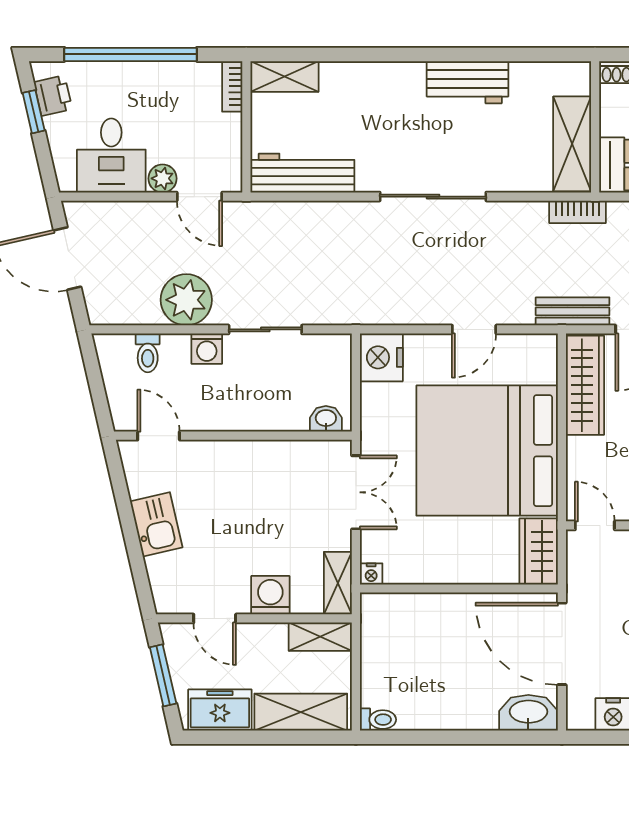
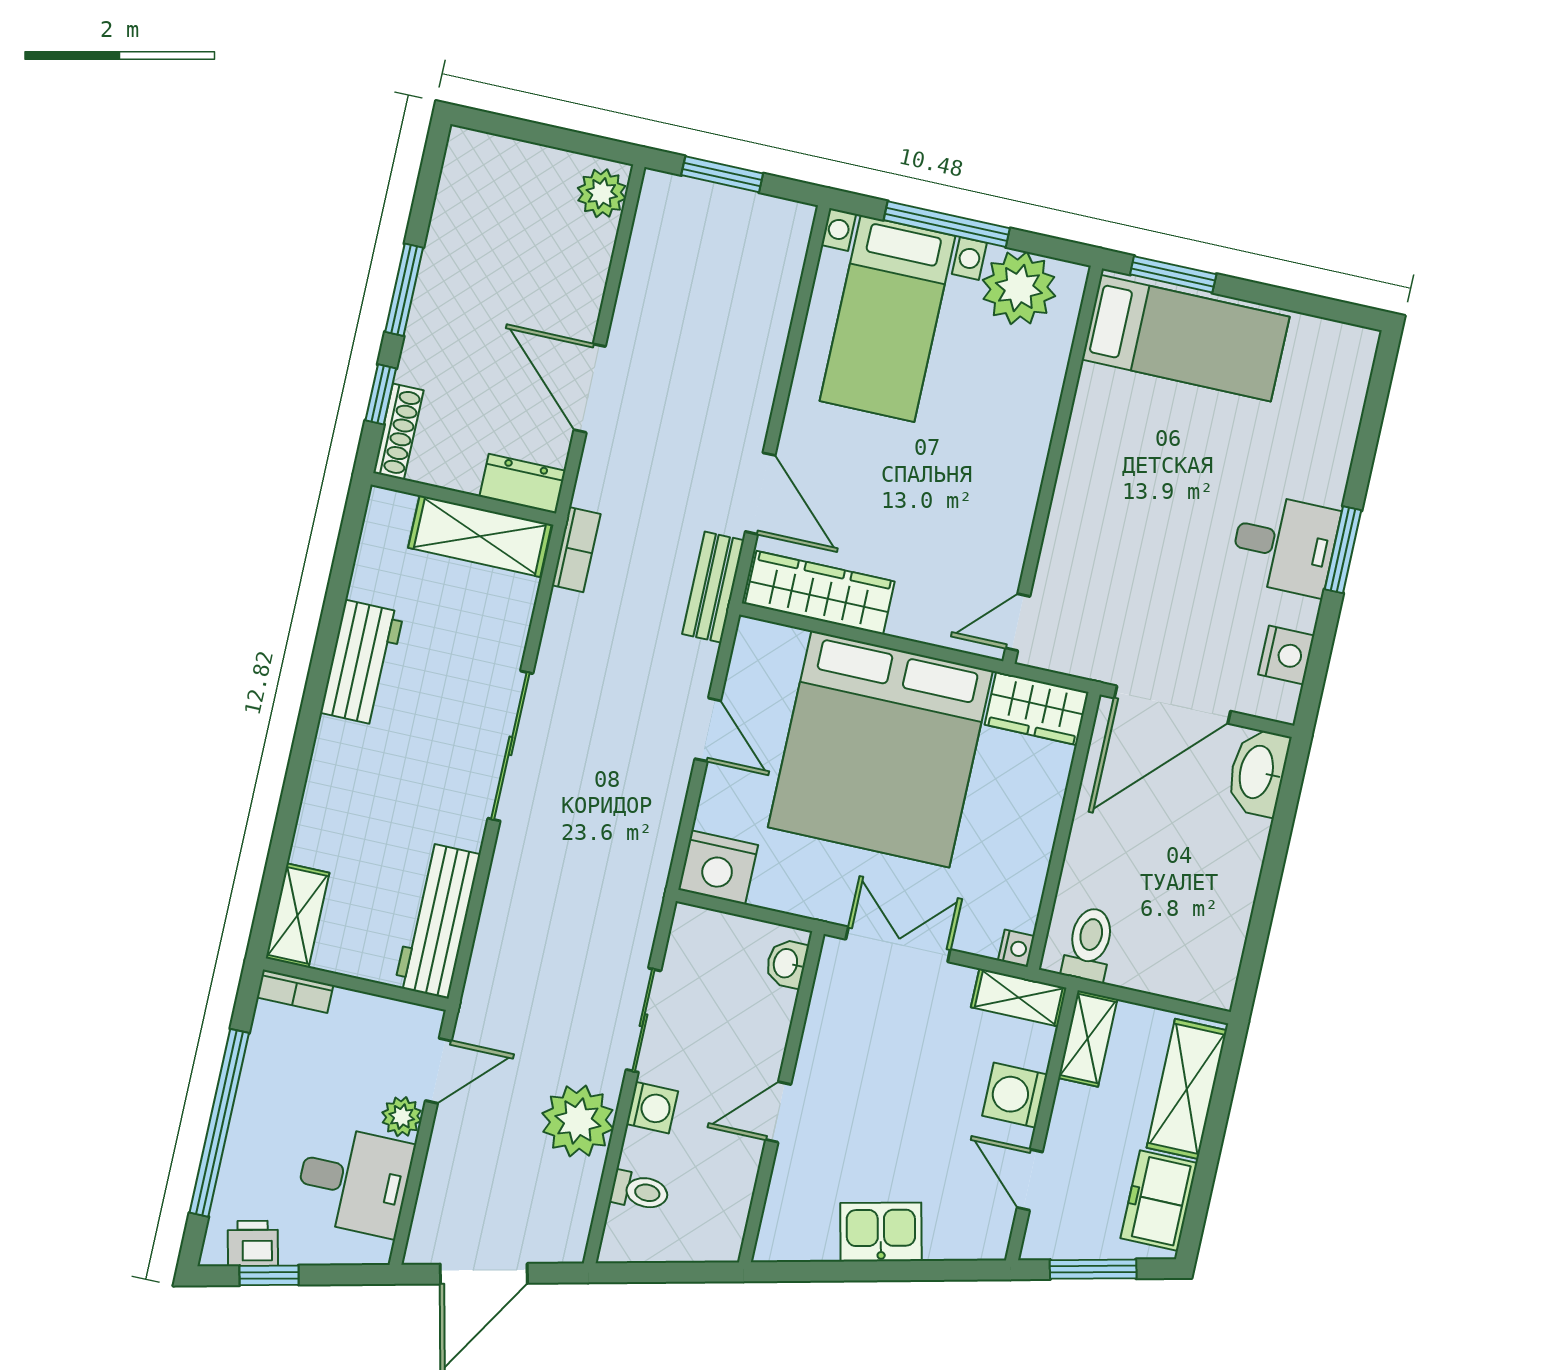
door: (159, 436) -> (778, 1112), moved
door: (215, 618) -> (1030, 1180), swing flipped
toilet: (378, 720) -> (1089, 944), moved, width x1.37, depth x1.39

